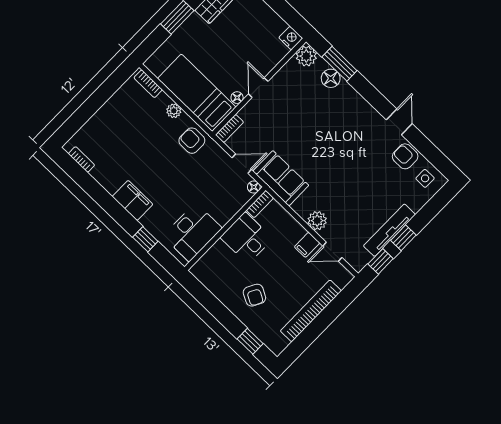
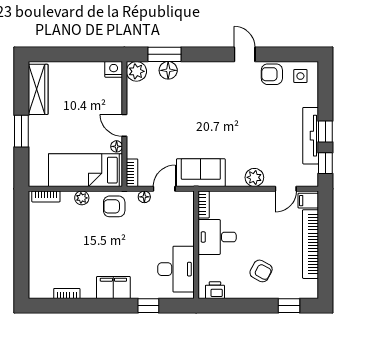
bookcase: (81, 159) -> (67, 293), moved
floor lamp: (254, 187) -> (144, 197), moved
filing cabinet: (307, 245) -> (308, 201), moved, turned 90
printer: (206, 276) -> (215, 290), added

